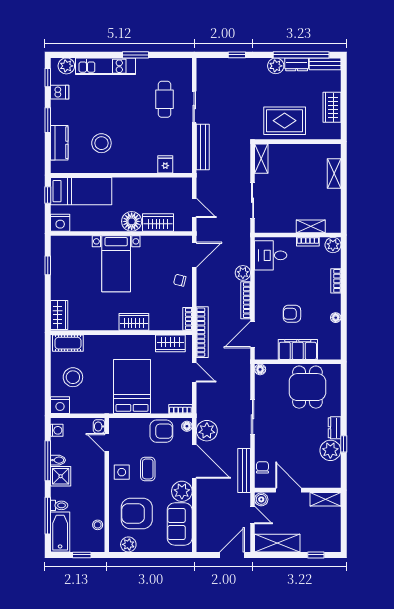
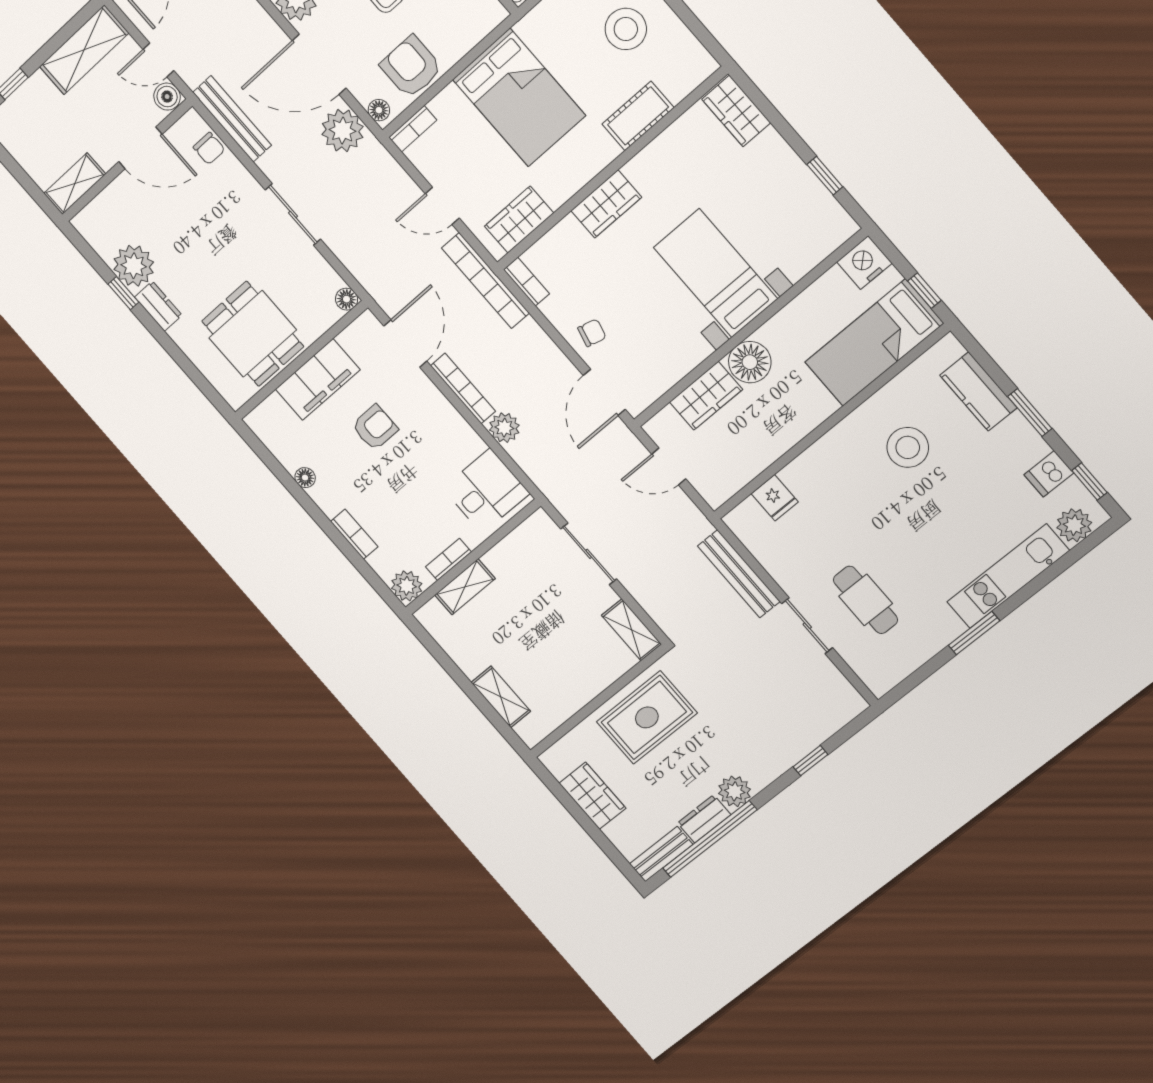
cot: (68, 343) -> (638, 116), moved
armchair: (161, 431) -> (411, 67), turned 90

